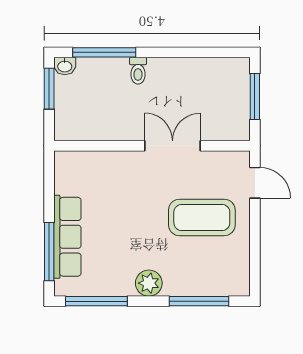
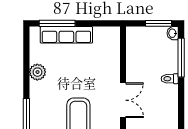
plant: (149, 283) -> (37, 72), moved
window: (96, 301) -> (26, 53), removed

